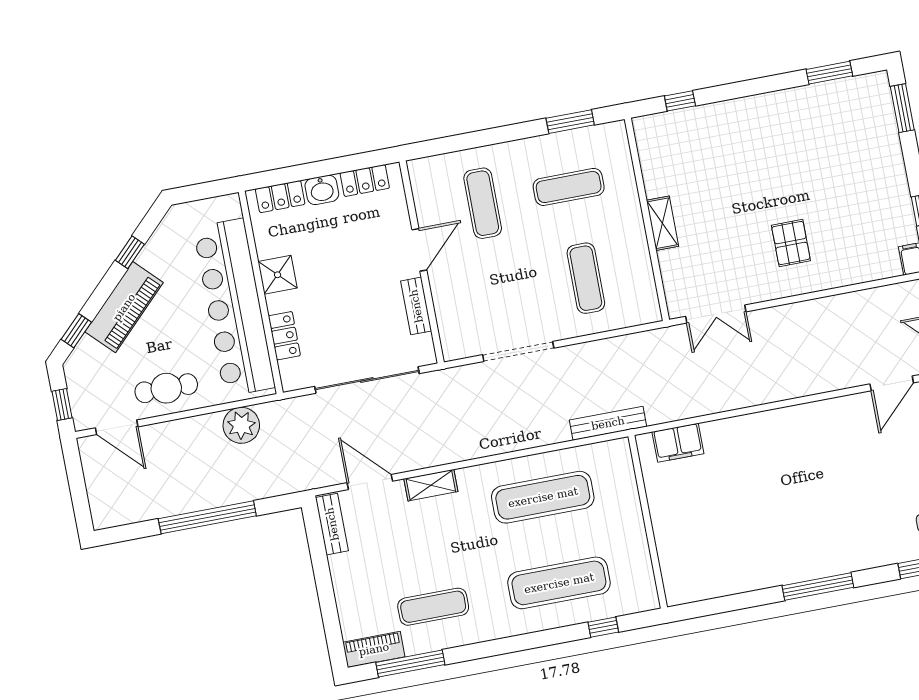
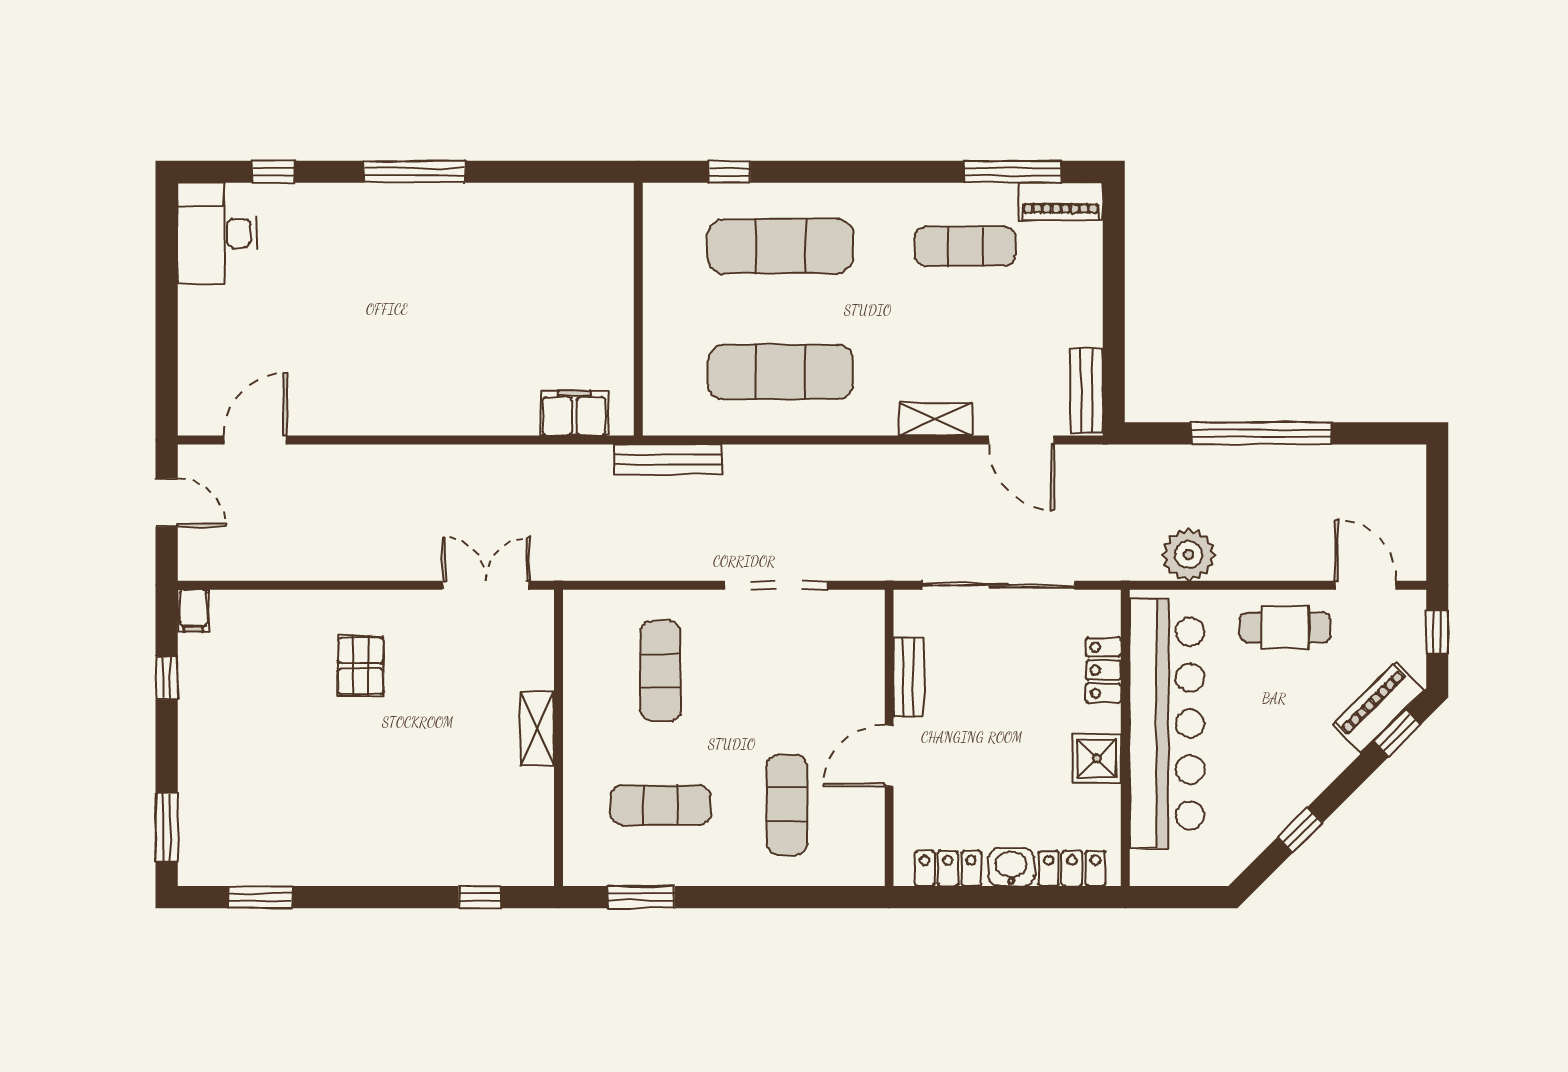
piano: (124, 307) -> (1378, 708), moved, width x0.73, depth x0.75

